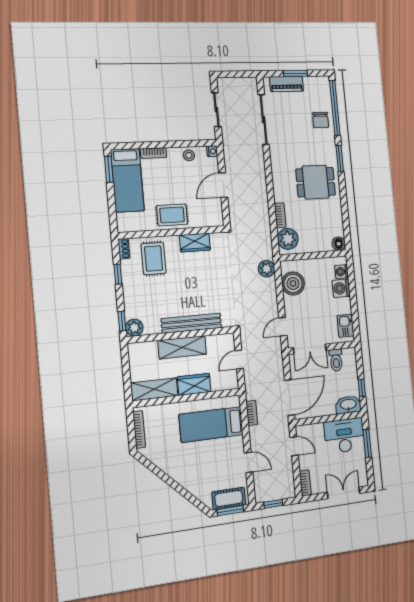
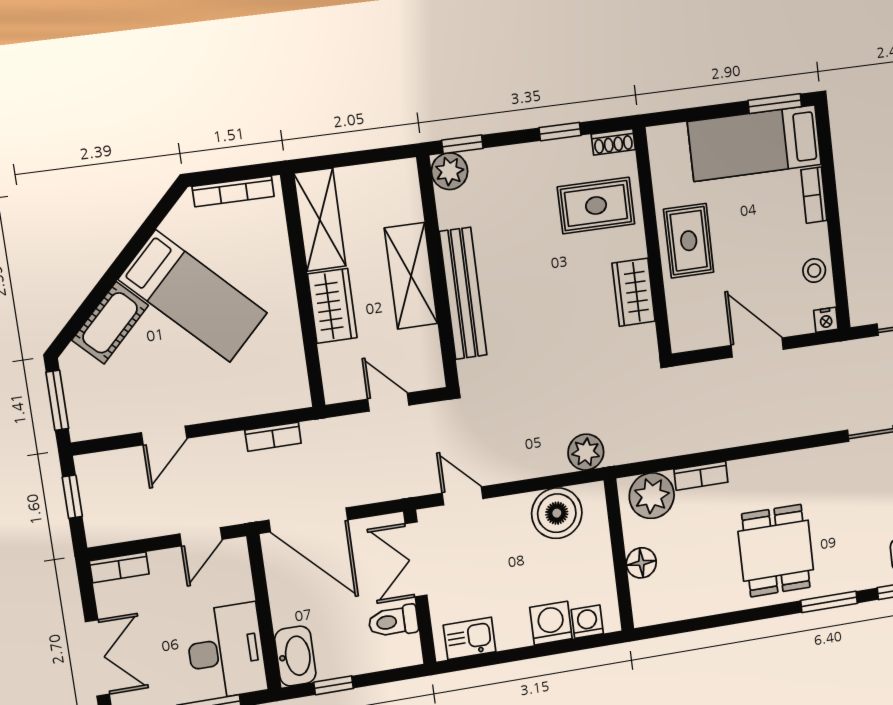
floor lamp: (339, 244) -> (641, 563), moved
bed: (211, 425) -> (193, 296), moved, turned 135
cot: (229, 498) -> (110, 323), moved, turned 45

